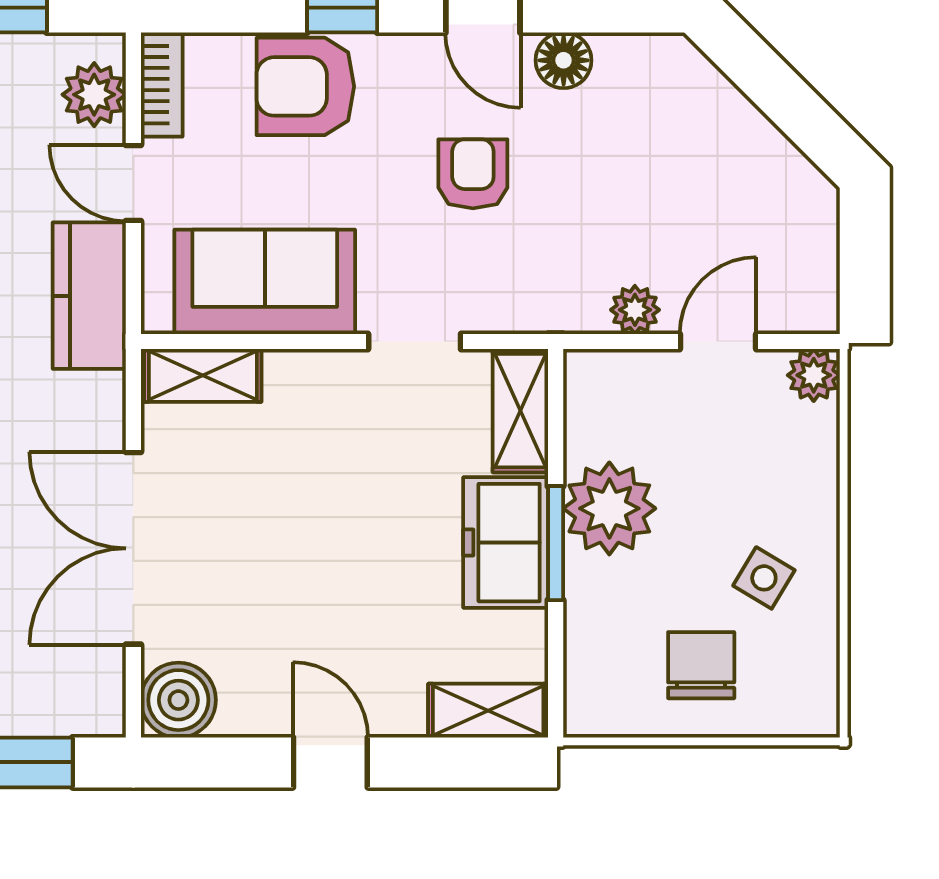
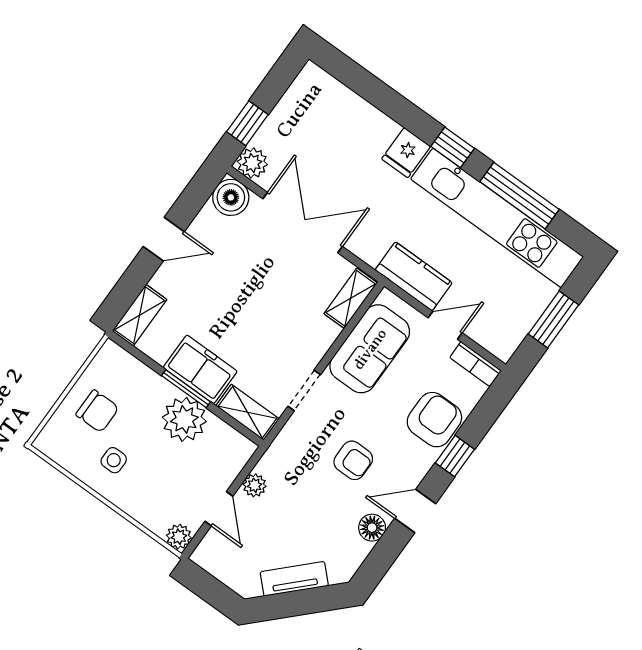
plant: (94, 95) -> (252, 163), moved
tv unit: (745, 129) -> (294, 579), added
side table: (764, 578) -> (114, 460), turned -31

